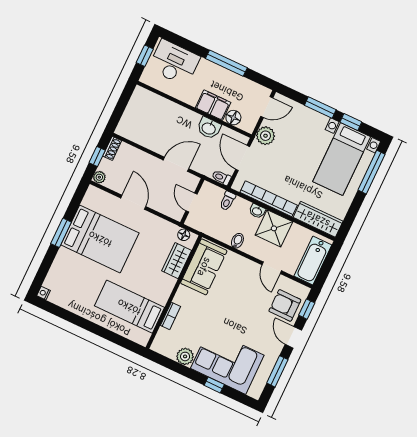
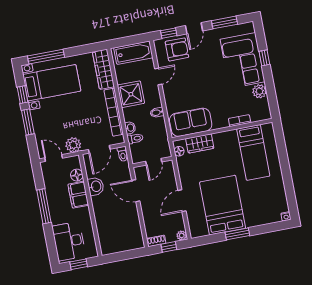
washbasin: (257, 211) -> (130, 128), moved
armchair: (285, 305) -> (177, 49), turned -90

